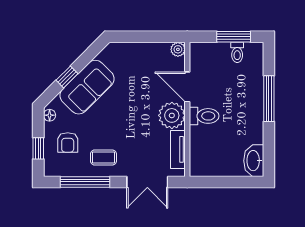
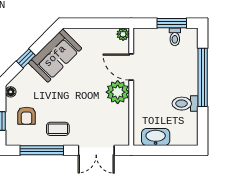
sofa: (87, 87) -> (55, 56), moved
window: (269, 99) -> (203, 77), width x1.46
toilet: (204, 116) -> (185, 104), moved, turned 180
tv unit: (178, 149) -> (123, 122), removed
washbasin: (254, 161) -> (156, 137), moved, turned 90

